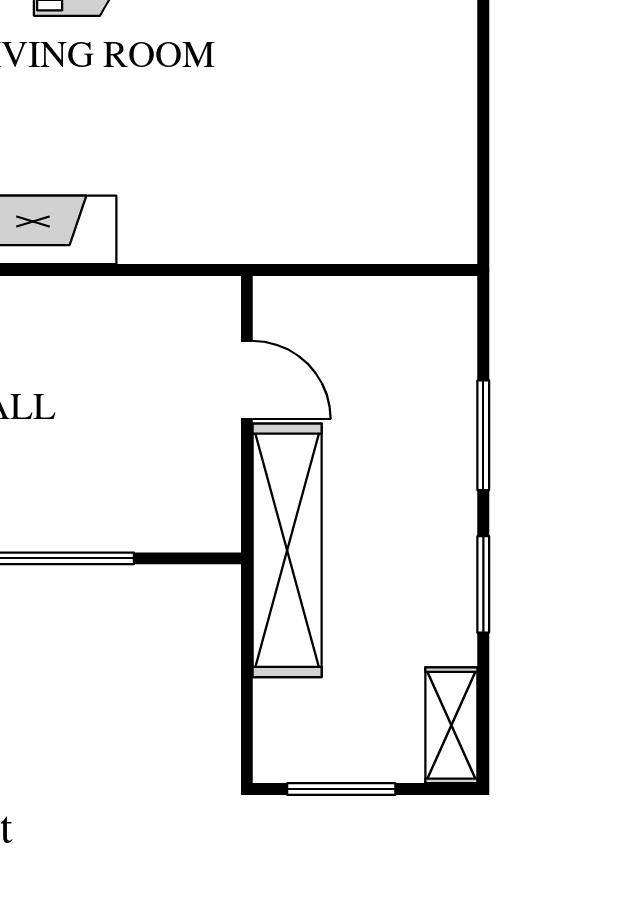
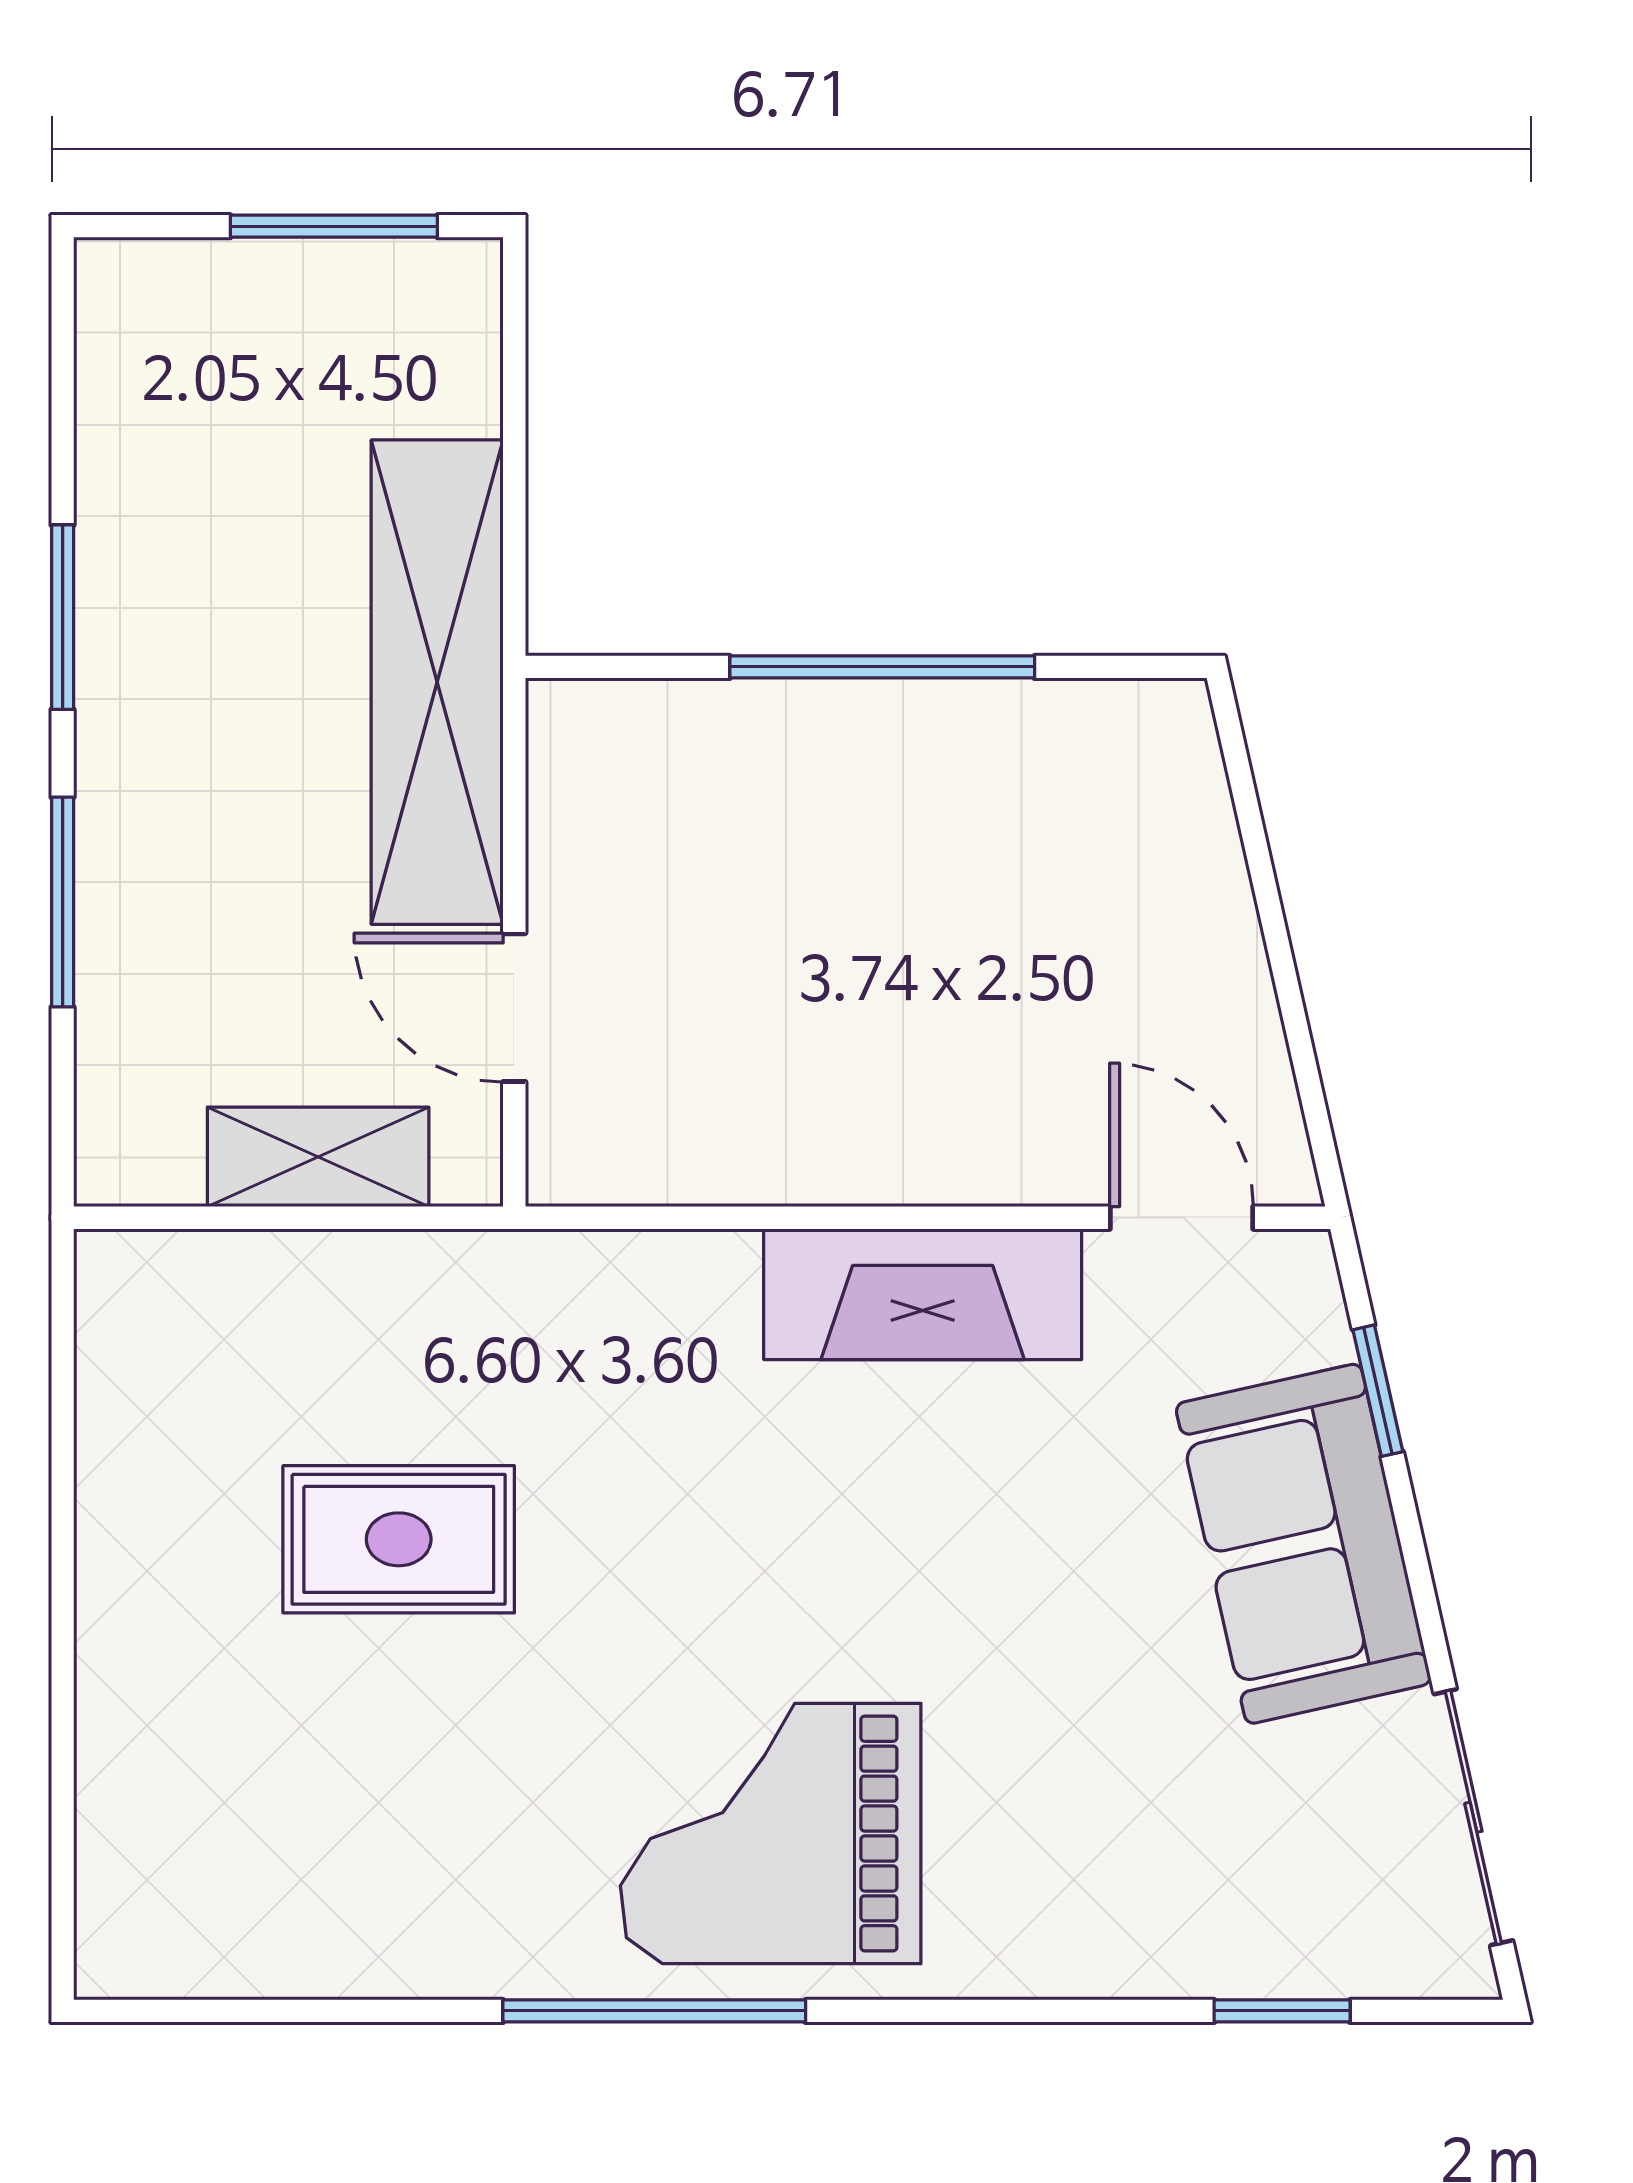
rug: (307, 102) -> (399, 1539), added
shelving: (451, 725) -> (318, 1157), moved, turned 90

